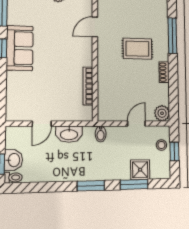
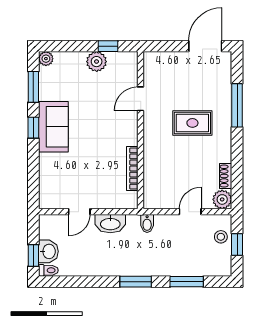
shoe rack: (164, 72) -> (226, 176), moved
shower: (140, 170) -> (194, 265), removed

